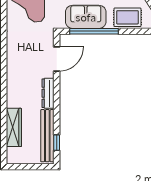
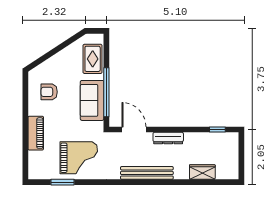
wardrobe: (14, 127) -> (202, 172), width x0.67
bench: (47, 136) -> (147, 173), moved

